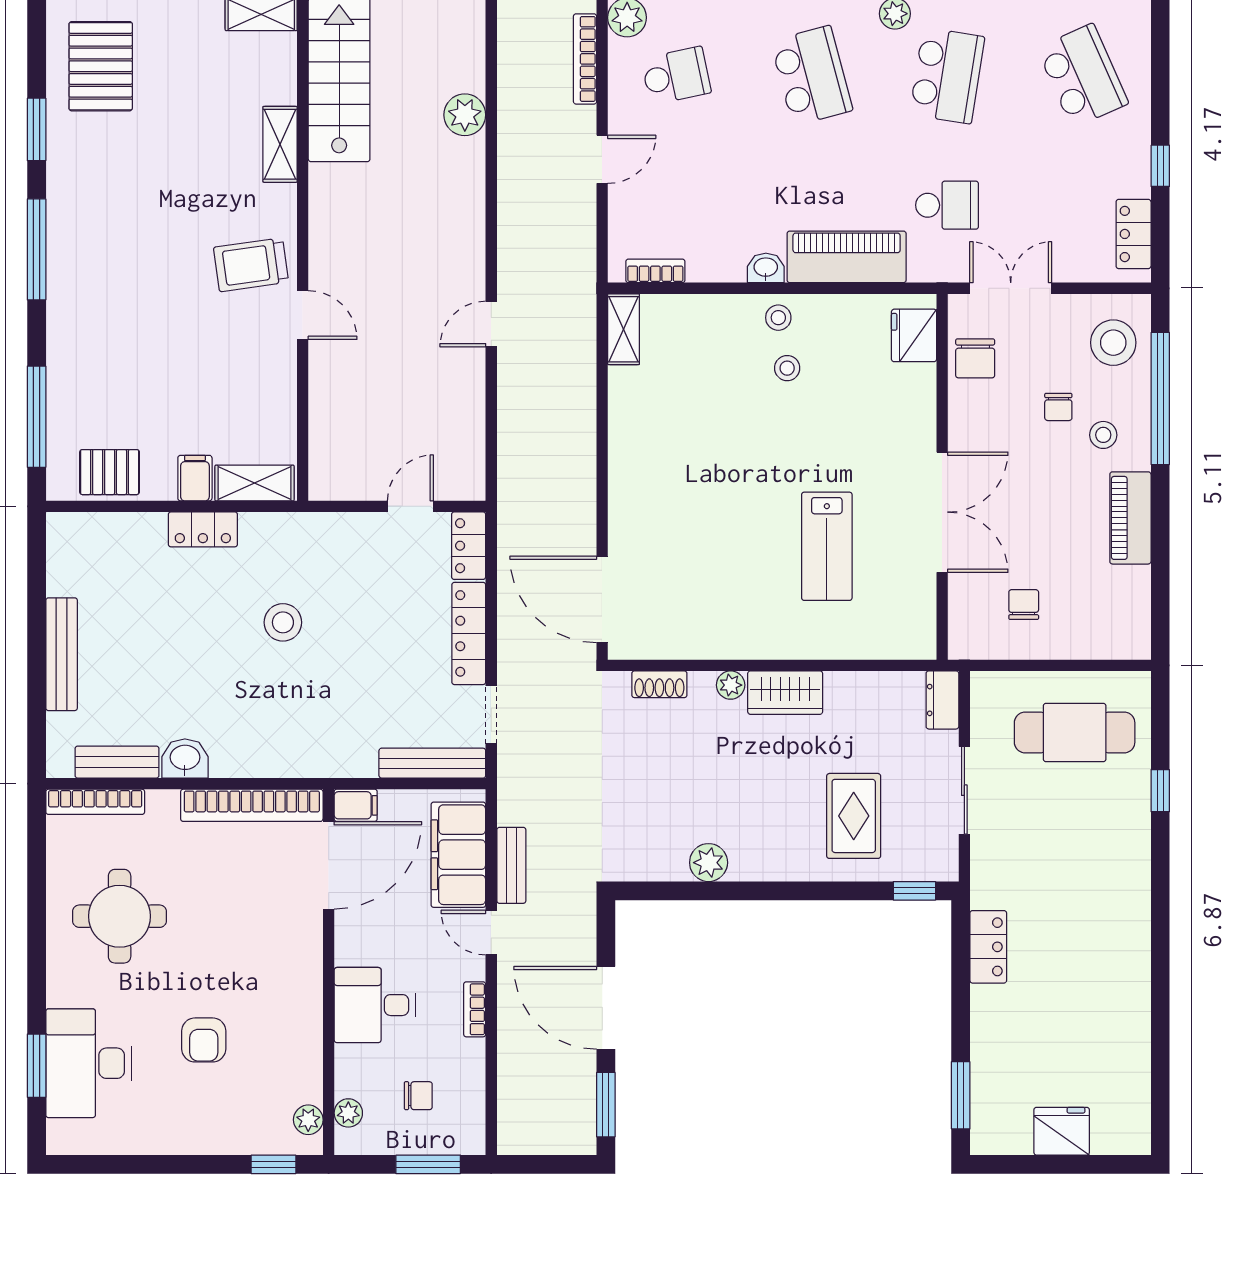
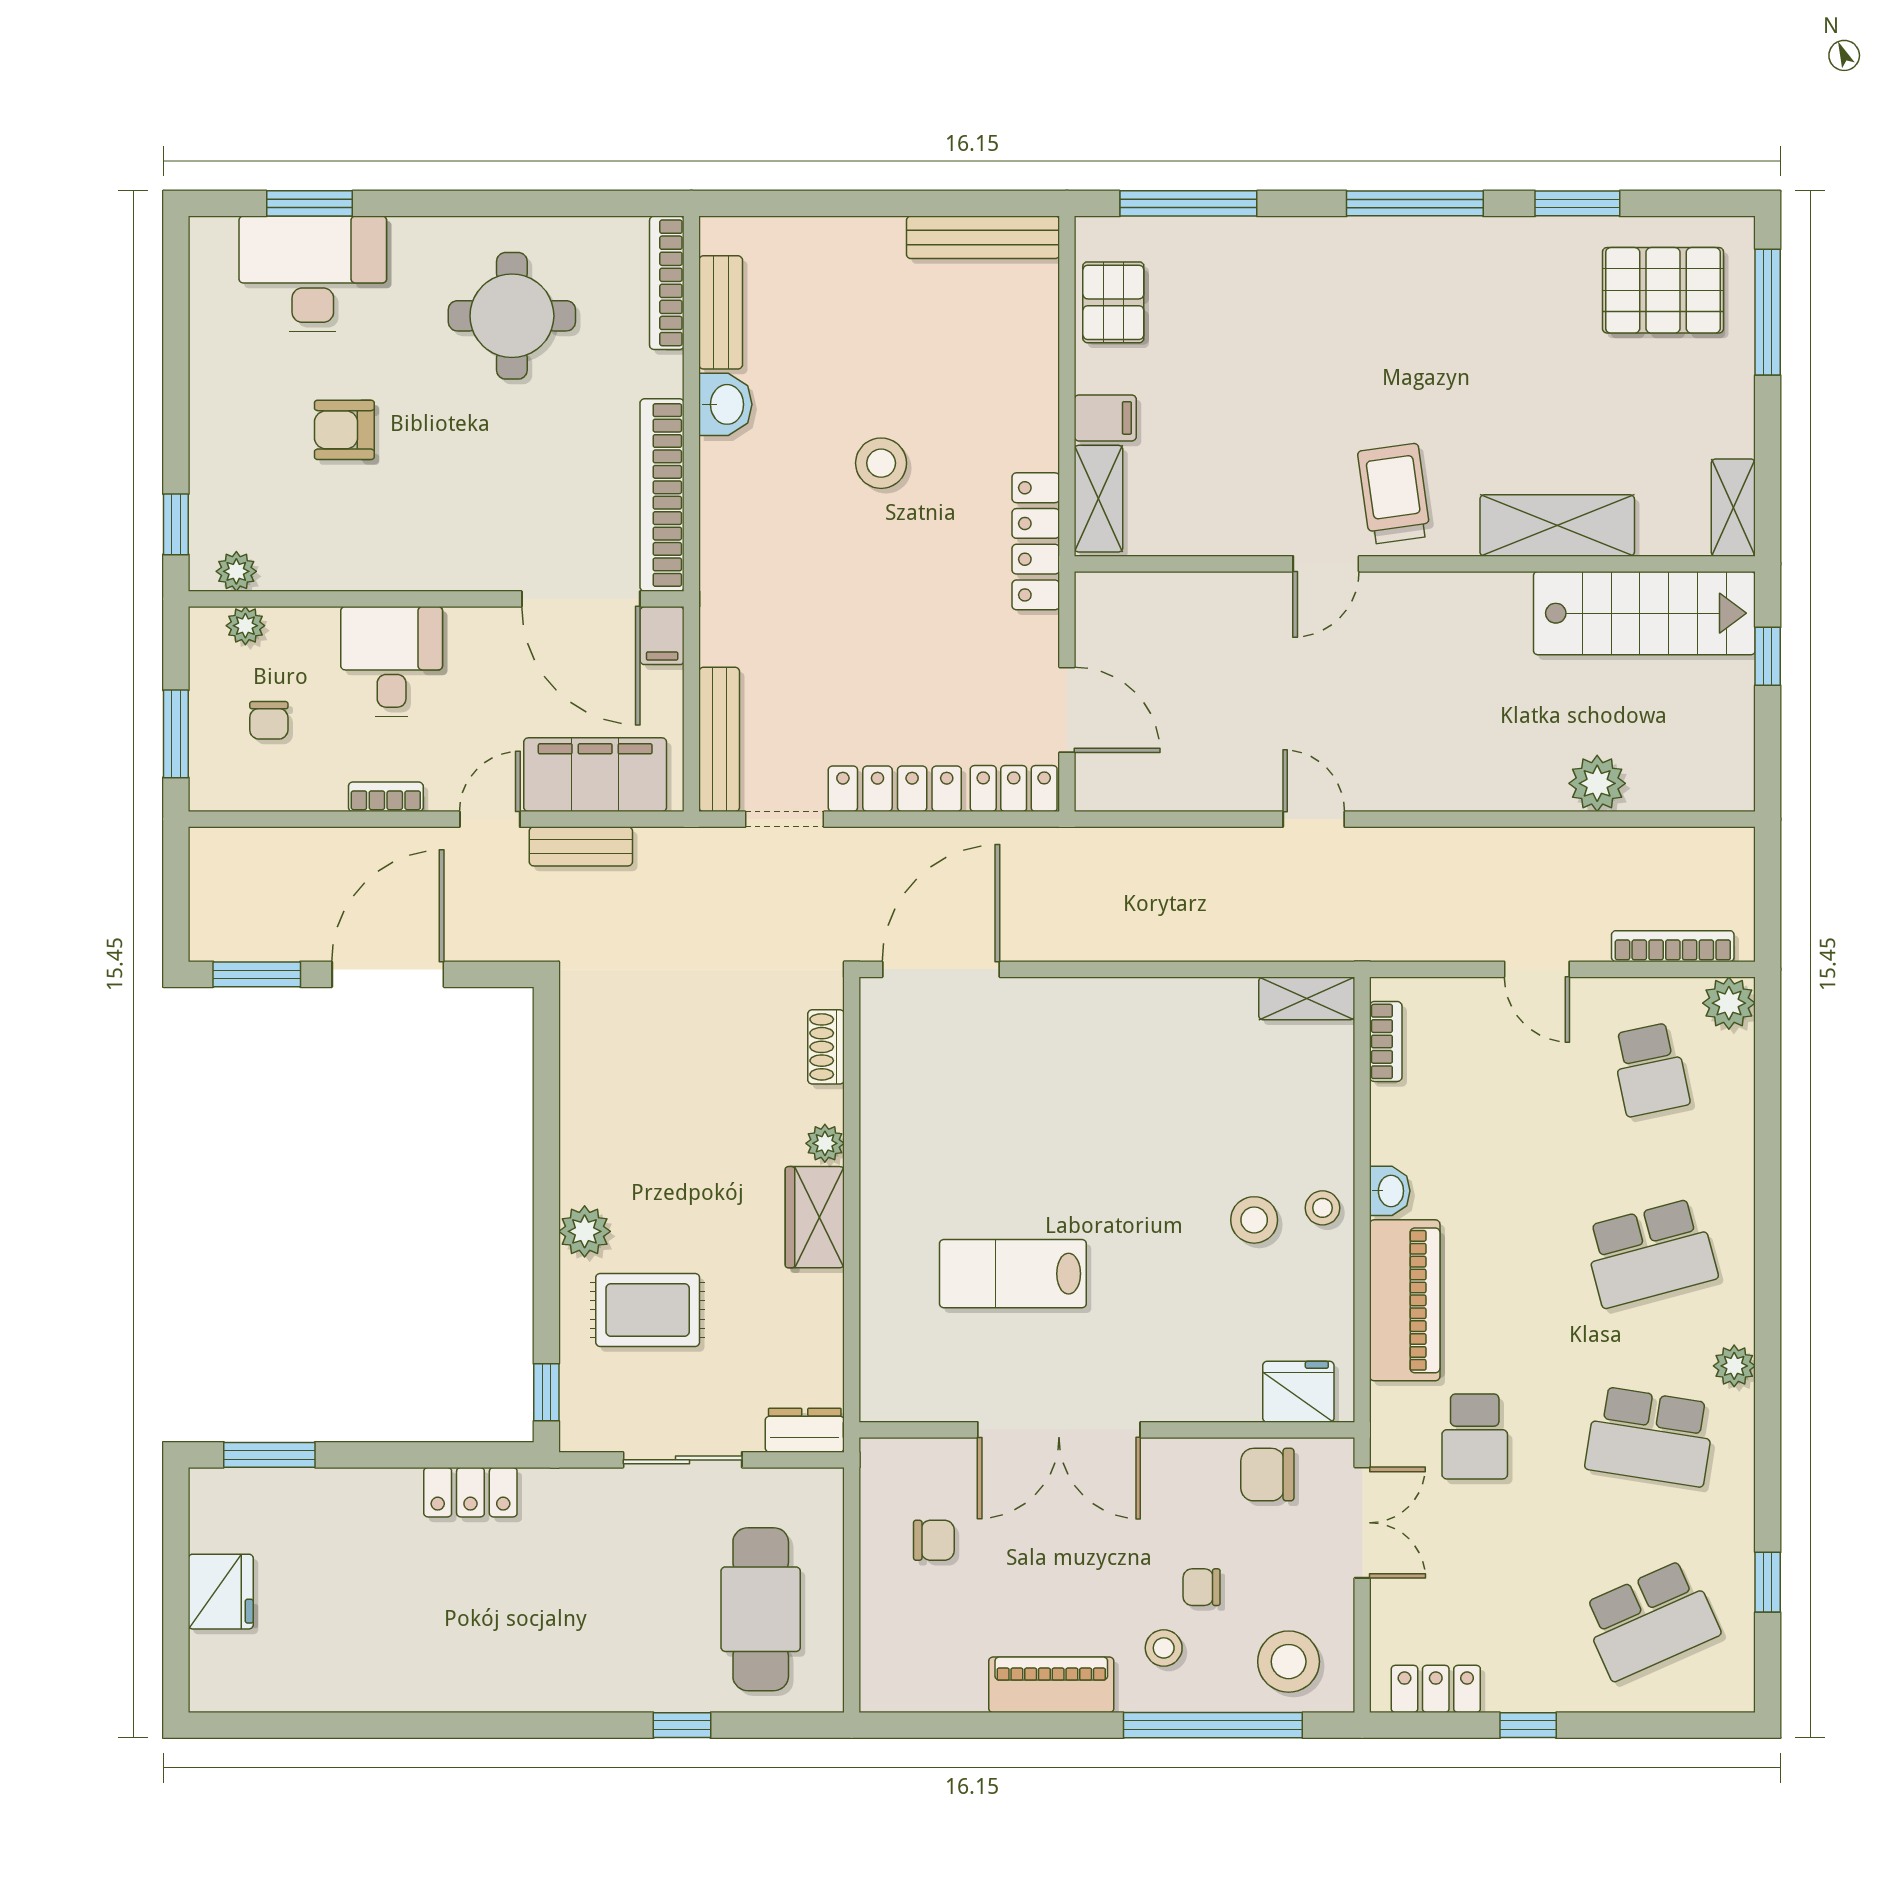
shelving: (280, 144) -> (1557, 526), width x1.50, depth x1.33
stool: (787, 368) -> (1254, 1220), width x1.37, depth x1.37
door: (410, 506) -> (1067, 710), width x1.38
locker: (203, 529) -> (1036, 541), moved, width x1.53
stool: (283, 622) -> (881, 463), moved
bench: (62, 654) -> (983, 237), moved
plant: (709, 863) -> (585, 1231), moved

